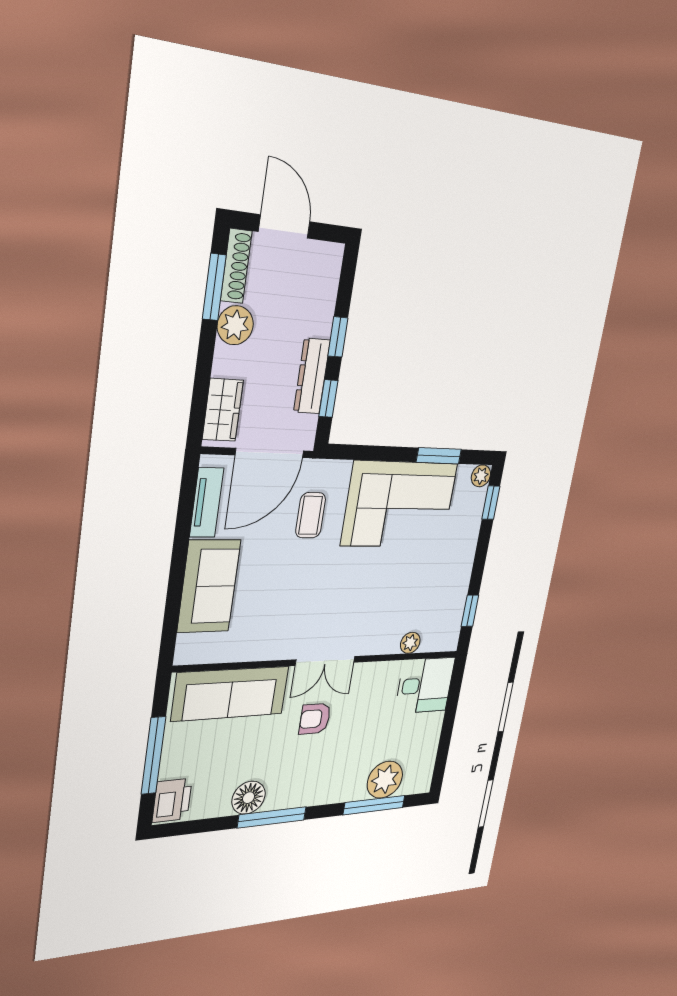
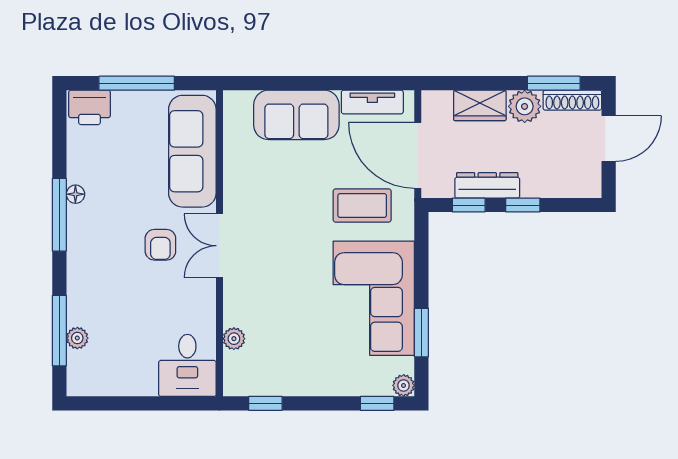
wardrobe: (223, 410) -> (480, 105), moved
coffee table: (311, 515) -> (362, 205), width x1.36, depth x1.30
armchair: (315, 719) -> (160, 245), turned 180
plant: (385, 780) -> (77, 338), width x0.53, depth x0.53
floor lamp: (249, 798) -> (75, 194), width x0.53, depth x0.53

